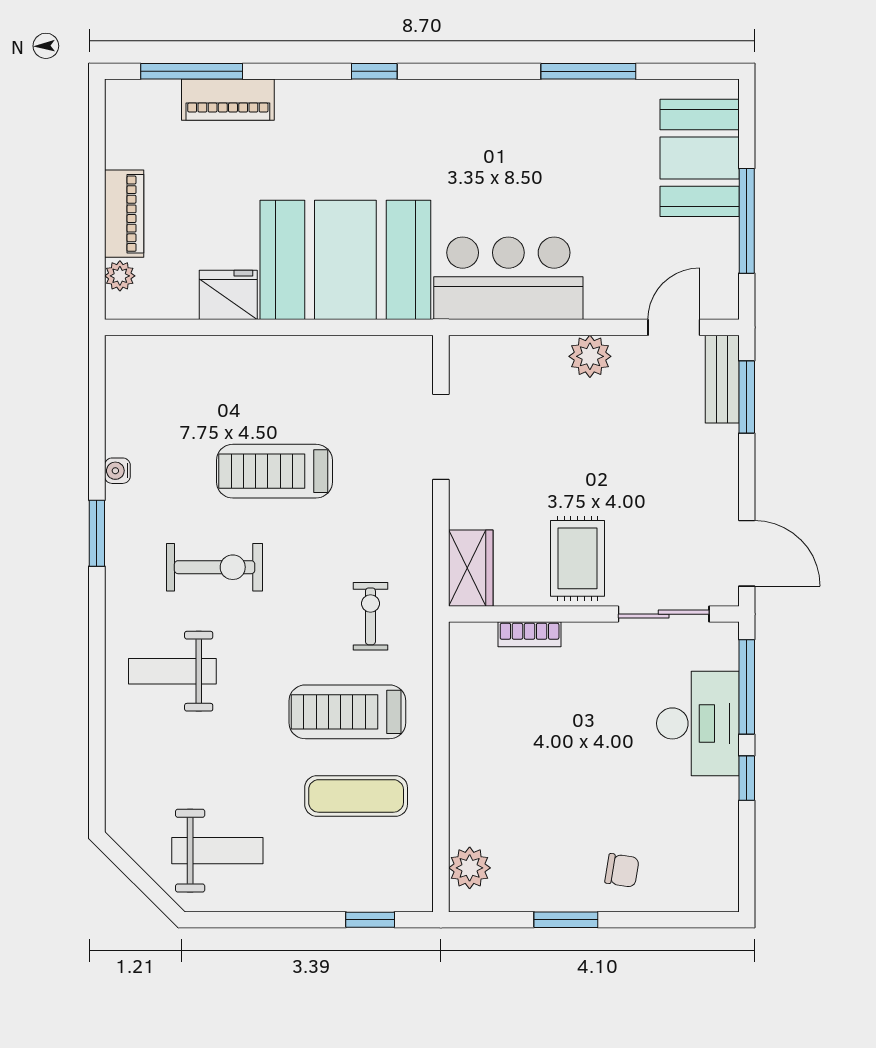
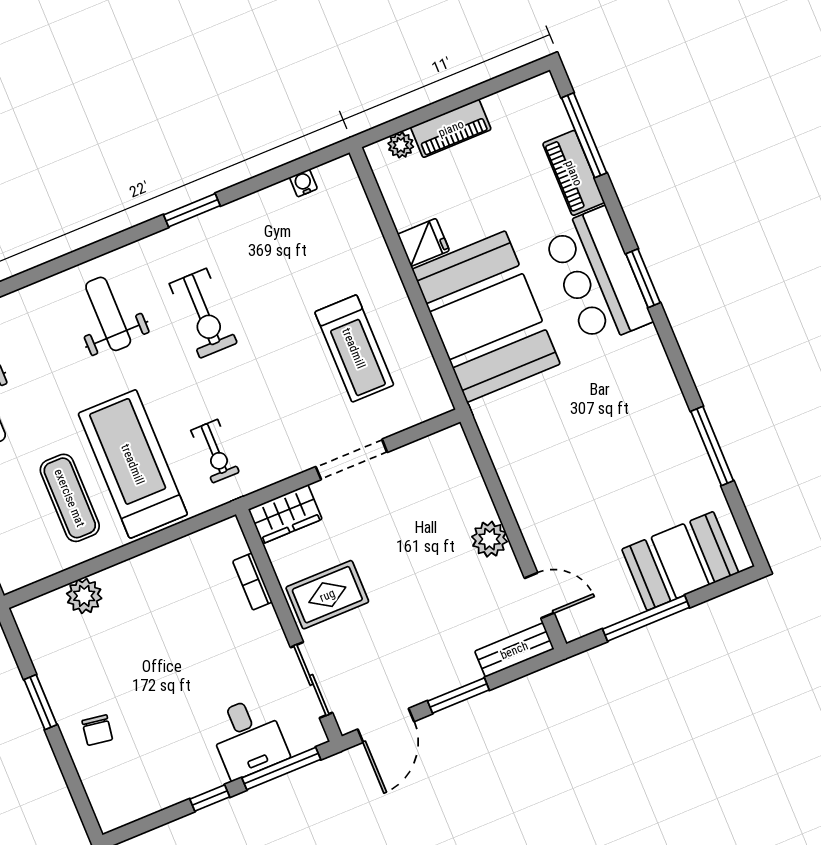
window: (374, 71) -> (643, 278), width x1.50
bar counter: (508, 278) -> (597, 277), moved, turned 180
fridge: (228, 295) -> (423, 242), width x0.72
window: (747, 397) -> (458, 695), moved
doorway: (441, 437) -> (352, 459), moved
water cooler: (117, 471) -> (303, 183), moved
treadmill: (274, 471) -> (354, 348), moved, turned 180
exercise bike: (370, 616) -> (215, 451), turned 90
treadmill: (347, 712) -> (133, 464), width x1.37, depth x1.38
desk: (698, 723) -> (248, 738), width x0.73
plant: (470, 868) -> (84, 596), moved

